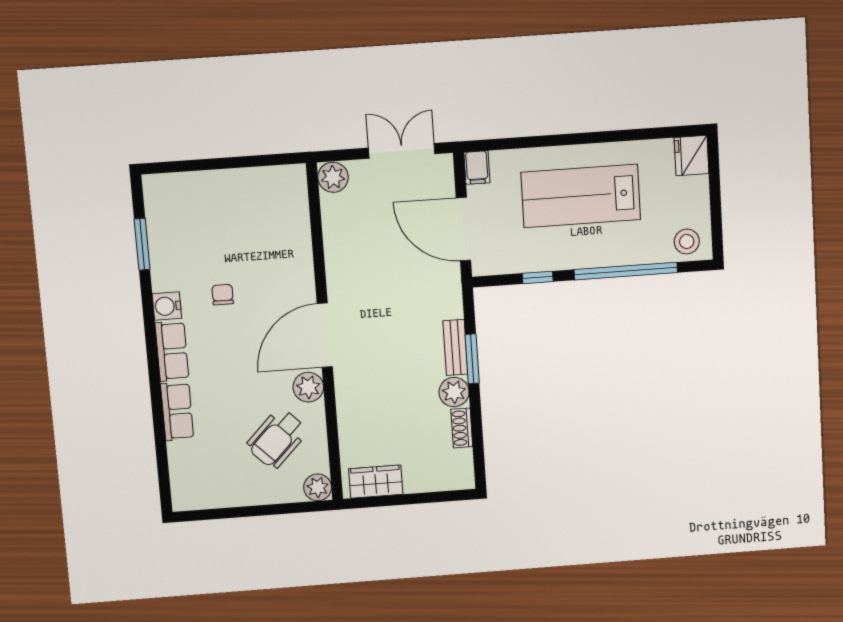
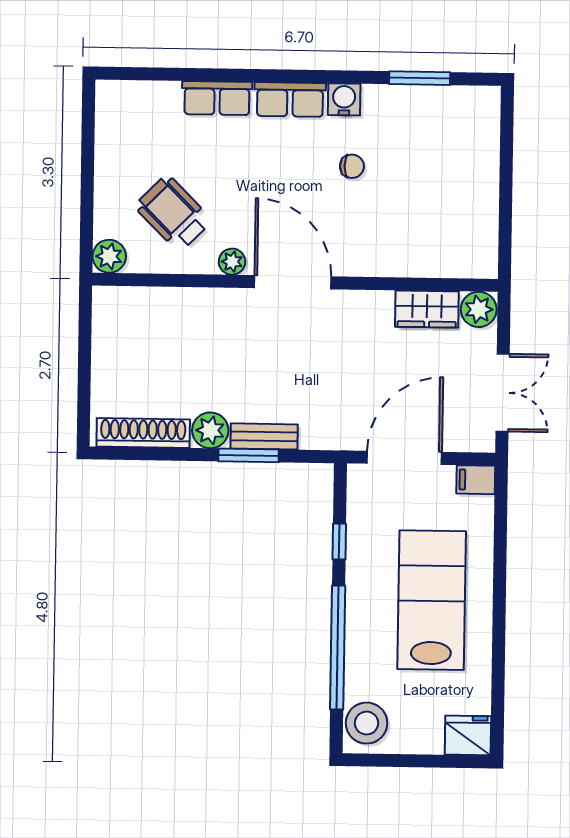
stool: (687, 242) -> (367, 723), width x1.38, depth x1.38
plant: (308, 387) -> (232, 262), width x0.73, depth x0.73
shoe rack: (462, 428) -> (143, 433), width x1.94, depth x1.24
wardrobe: (376, 482) -> (427, 309), moved, turned 90

